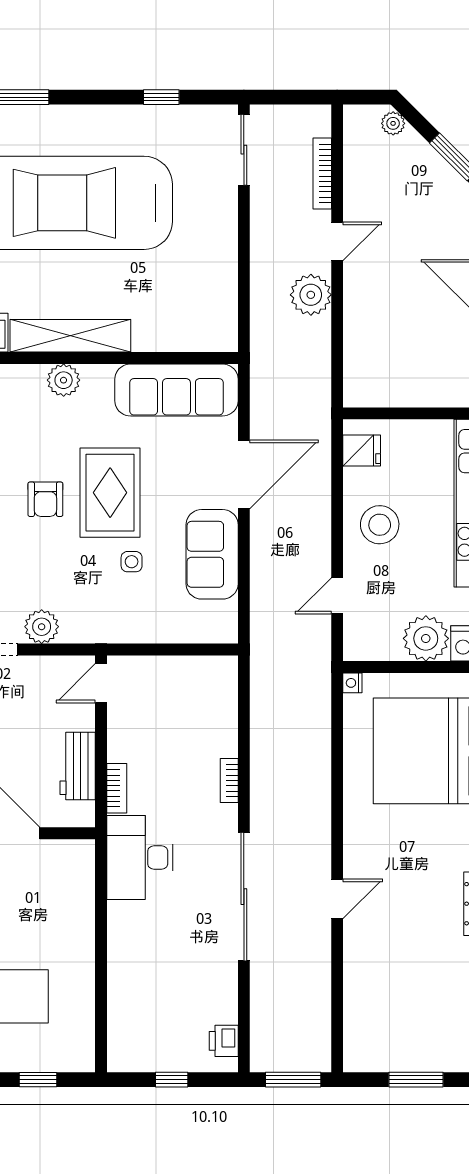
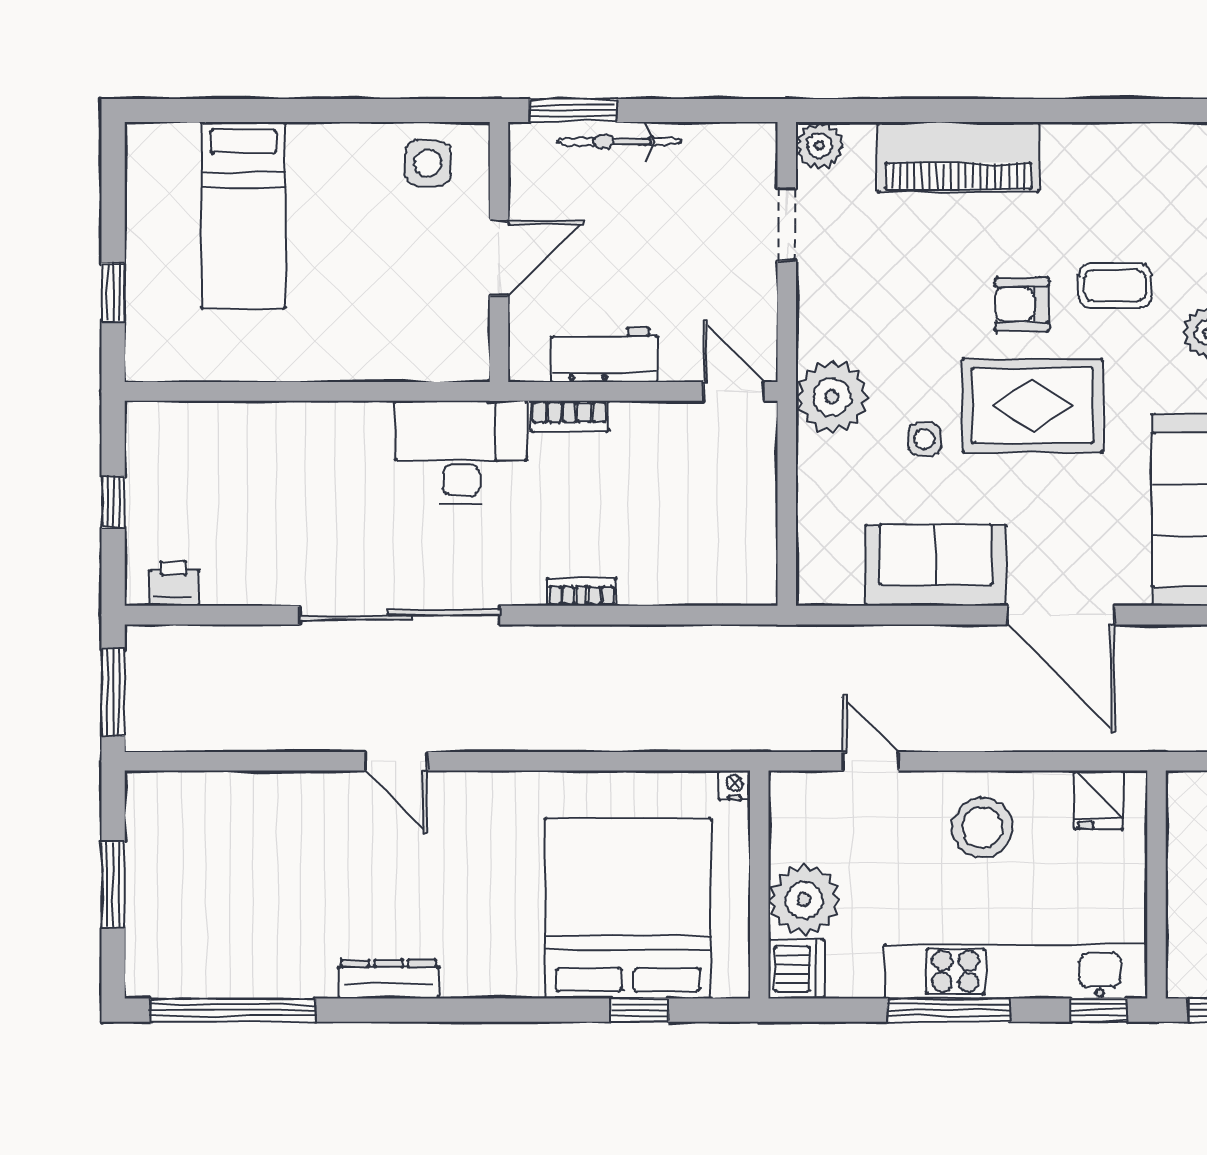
coffee table: (33, 440) -> (1115, 286), added
plant: (42, 627) -> (832, 397), moved, width x1.36, depth x1.36

